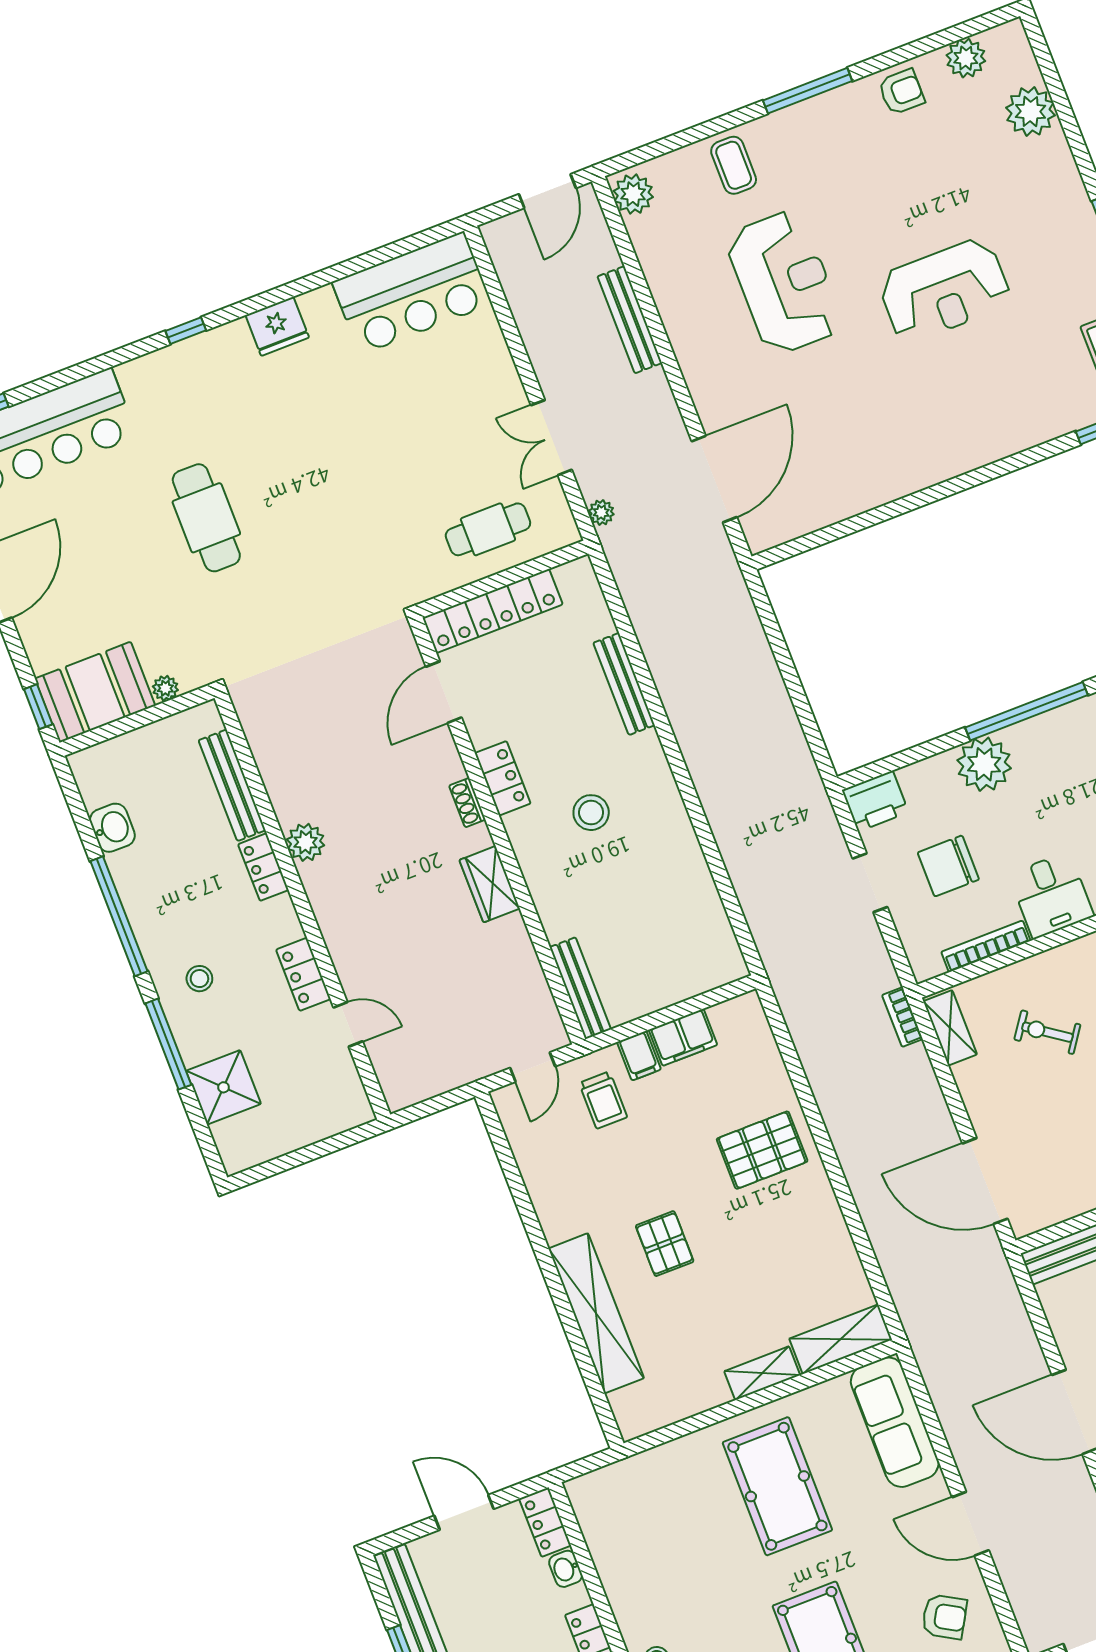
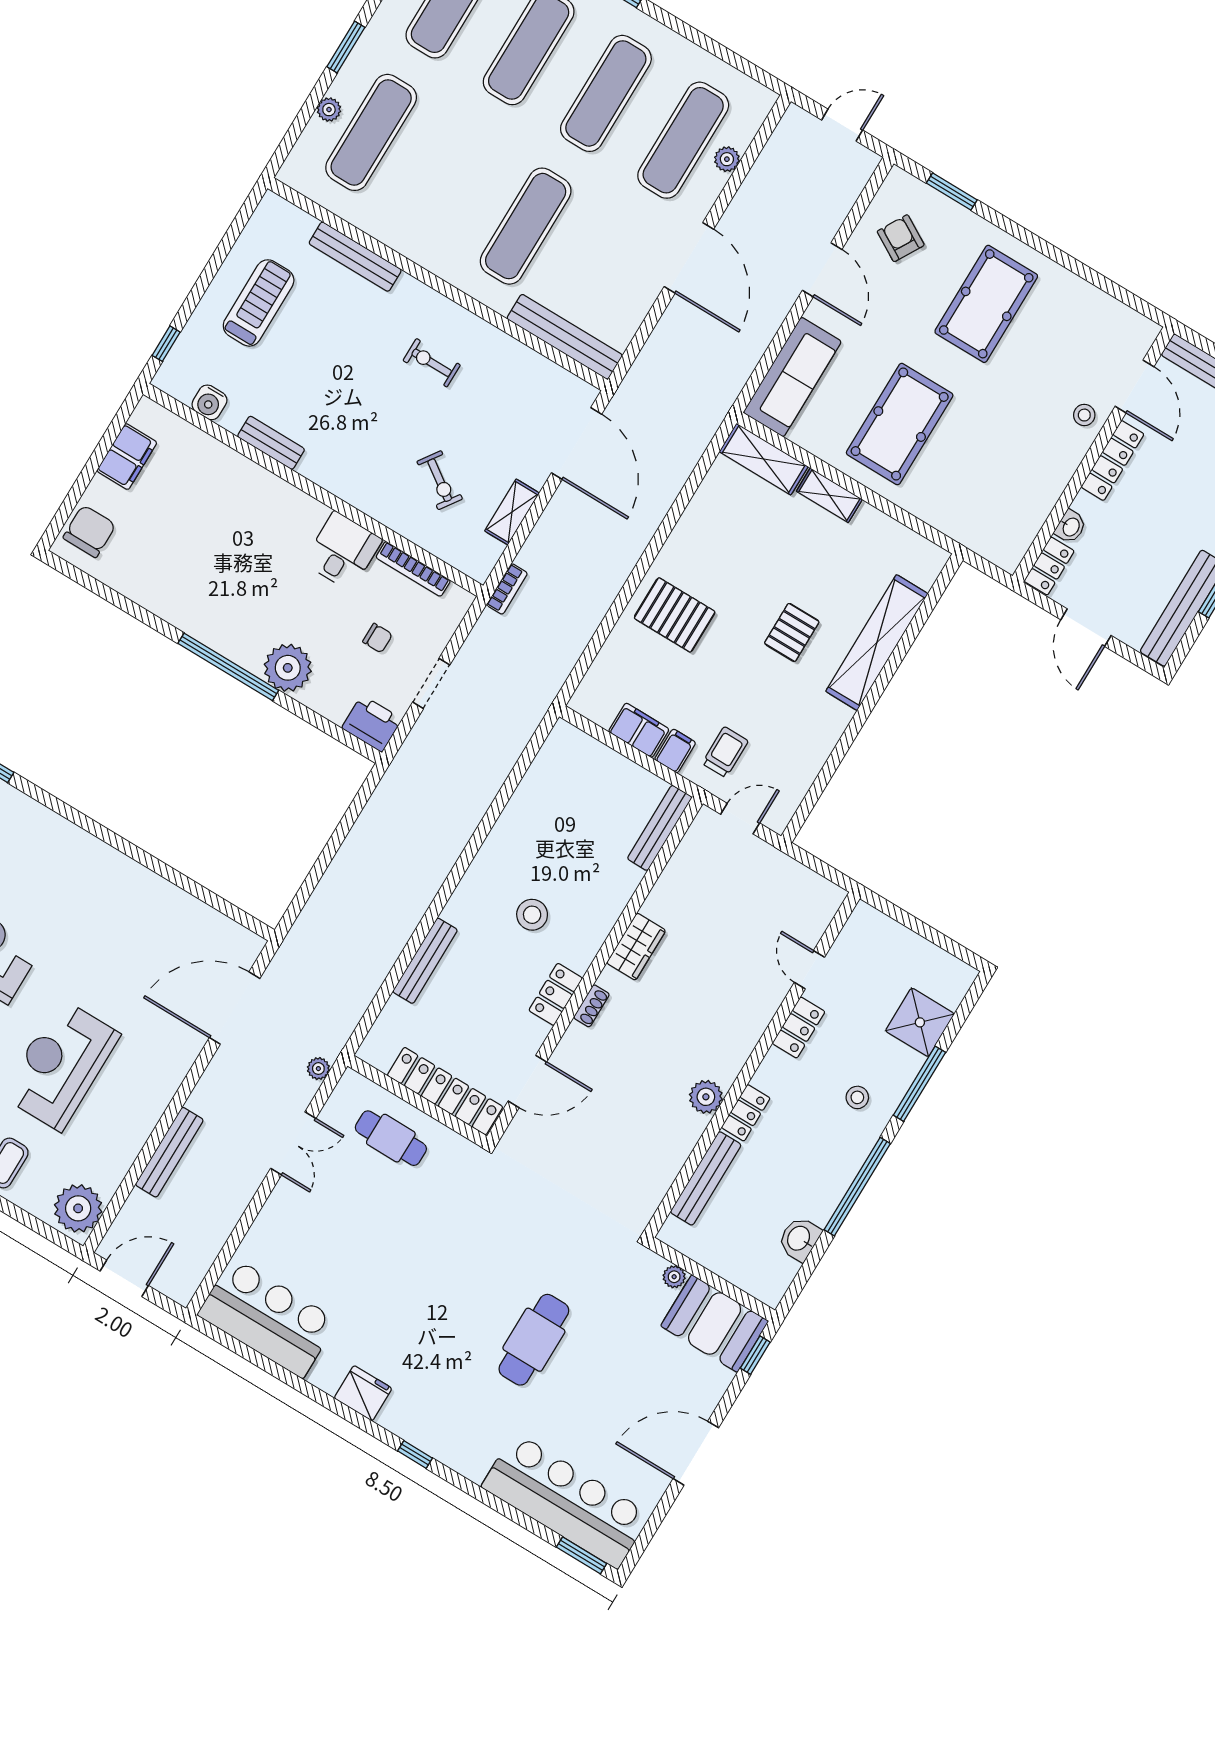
plant: (633, 194) -> (78, 1208), width x1.36, depth x1.36
chair: (948, 866) -> (377, 638), width x0.54, depth x0.54
shelving: (950, 1028) -> (512, 512), moved

